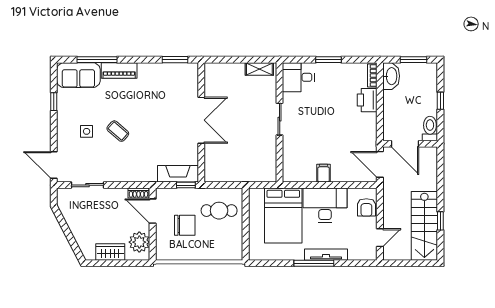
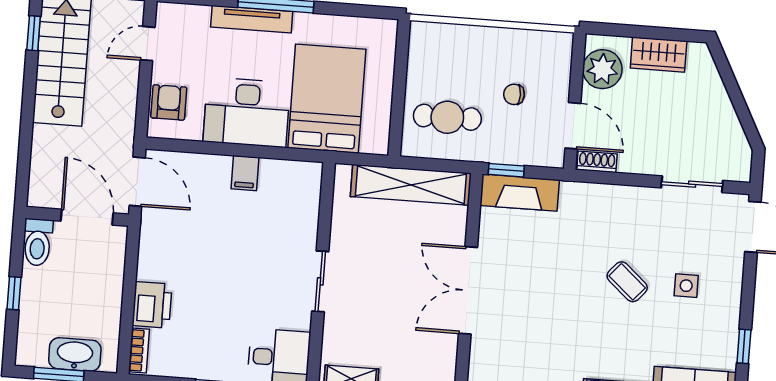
washbasin: (391, 76) -> (75, 354), moved, turned 90
shelving: (236, 174) -> (411, 185), added
window: (440, 221) -> (34, 33), moved
chair: (185, 225) -> (514, 94), width x0.54, depth x0.54

